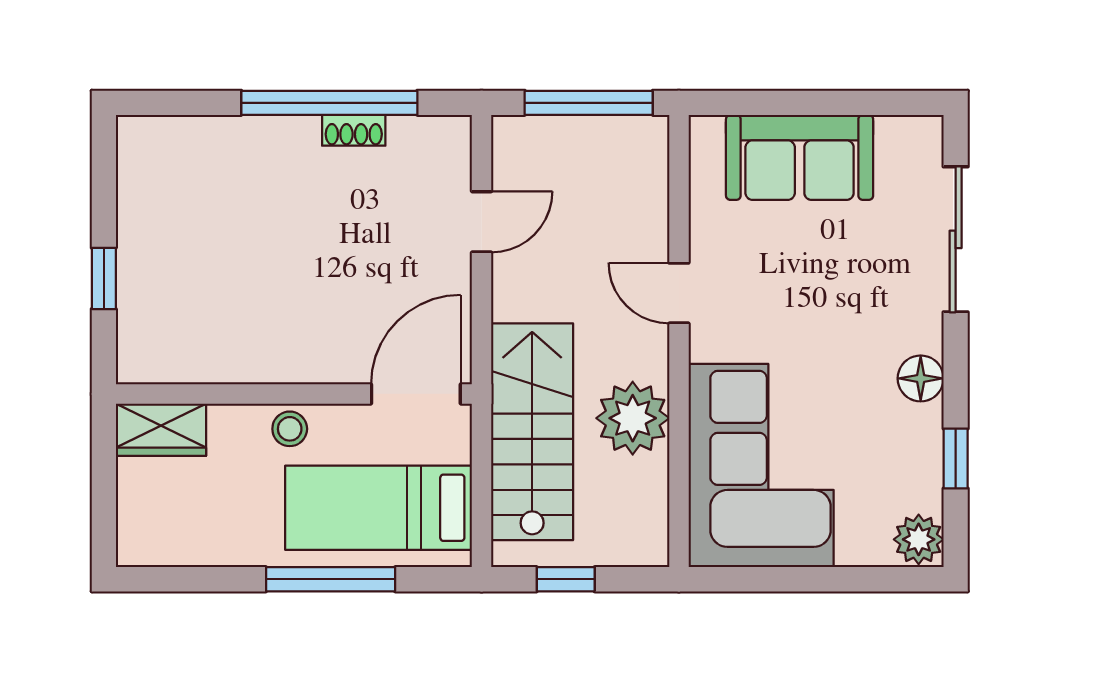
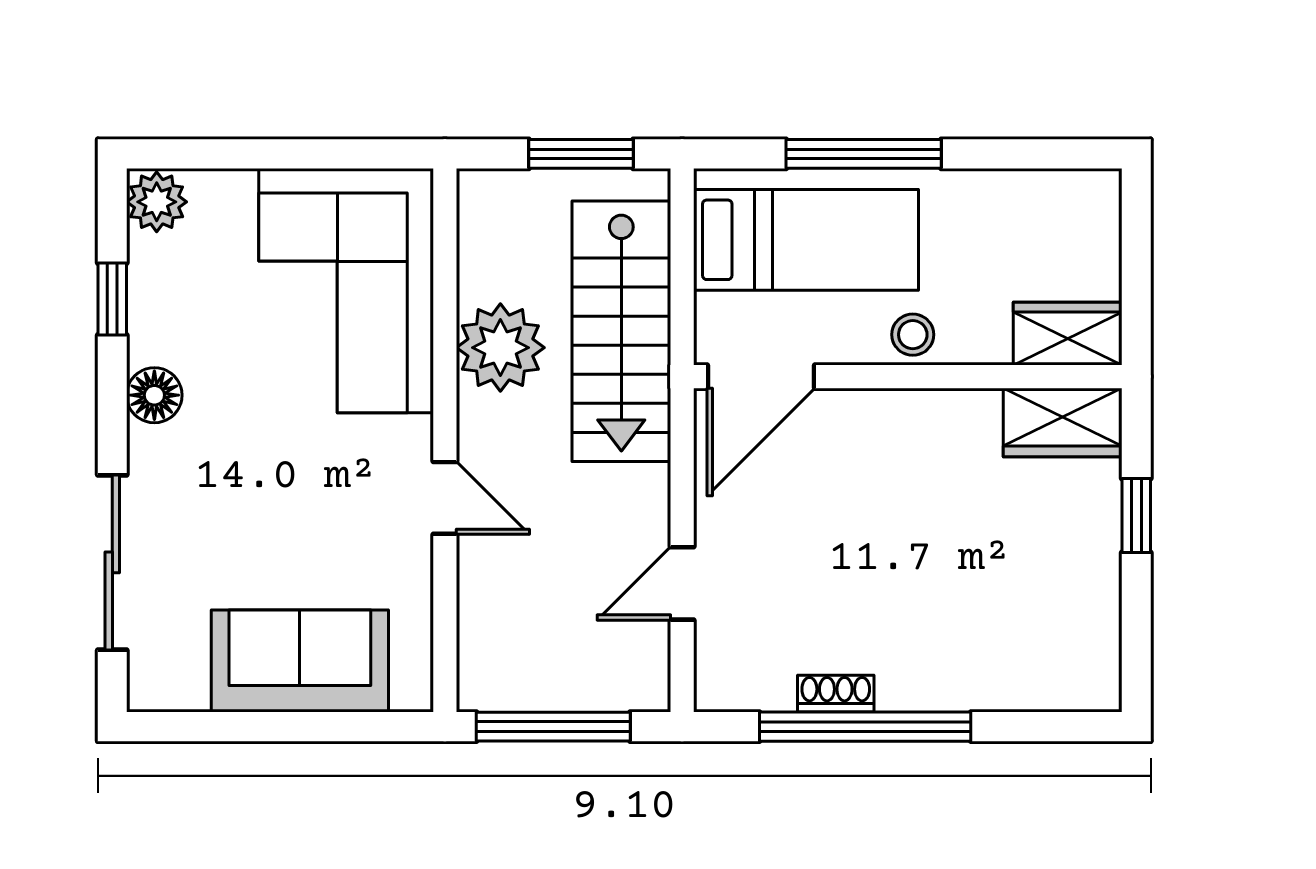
wardrobe: (165, 356) -> (1063, 422), added
window: (566, 579) -> (581, 154), width x1.50

